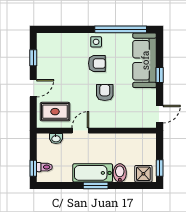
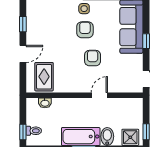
armchair: (97, 63) -> (85, 30), turned -90
rug: (55, 112) -> (44, 77), turned 90
door: (80, 131) -> (99, 95), moved

